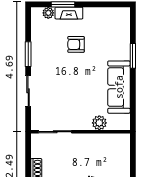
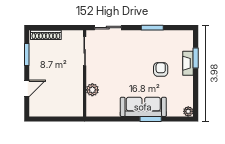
plant: (48, 13) -> (188, 111), moved
sofa: (119, 87) -> (143, 107), moved
sliding door: (28, 91) -> (108, 28), moved

